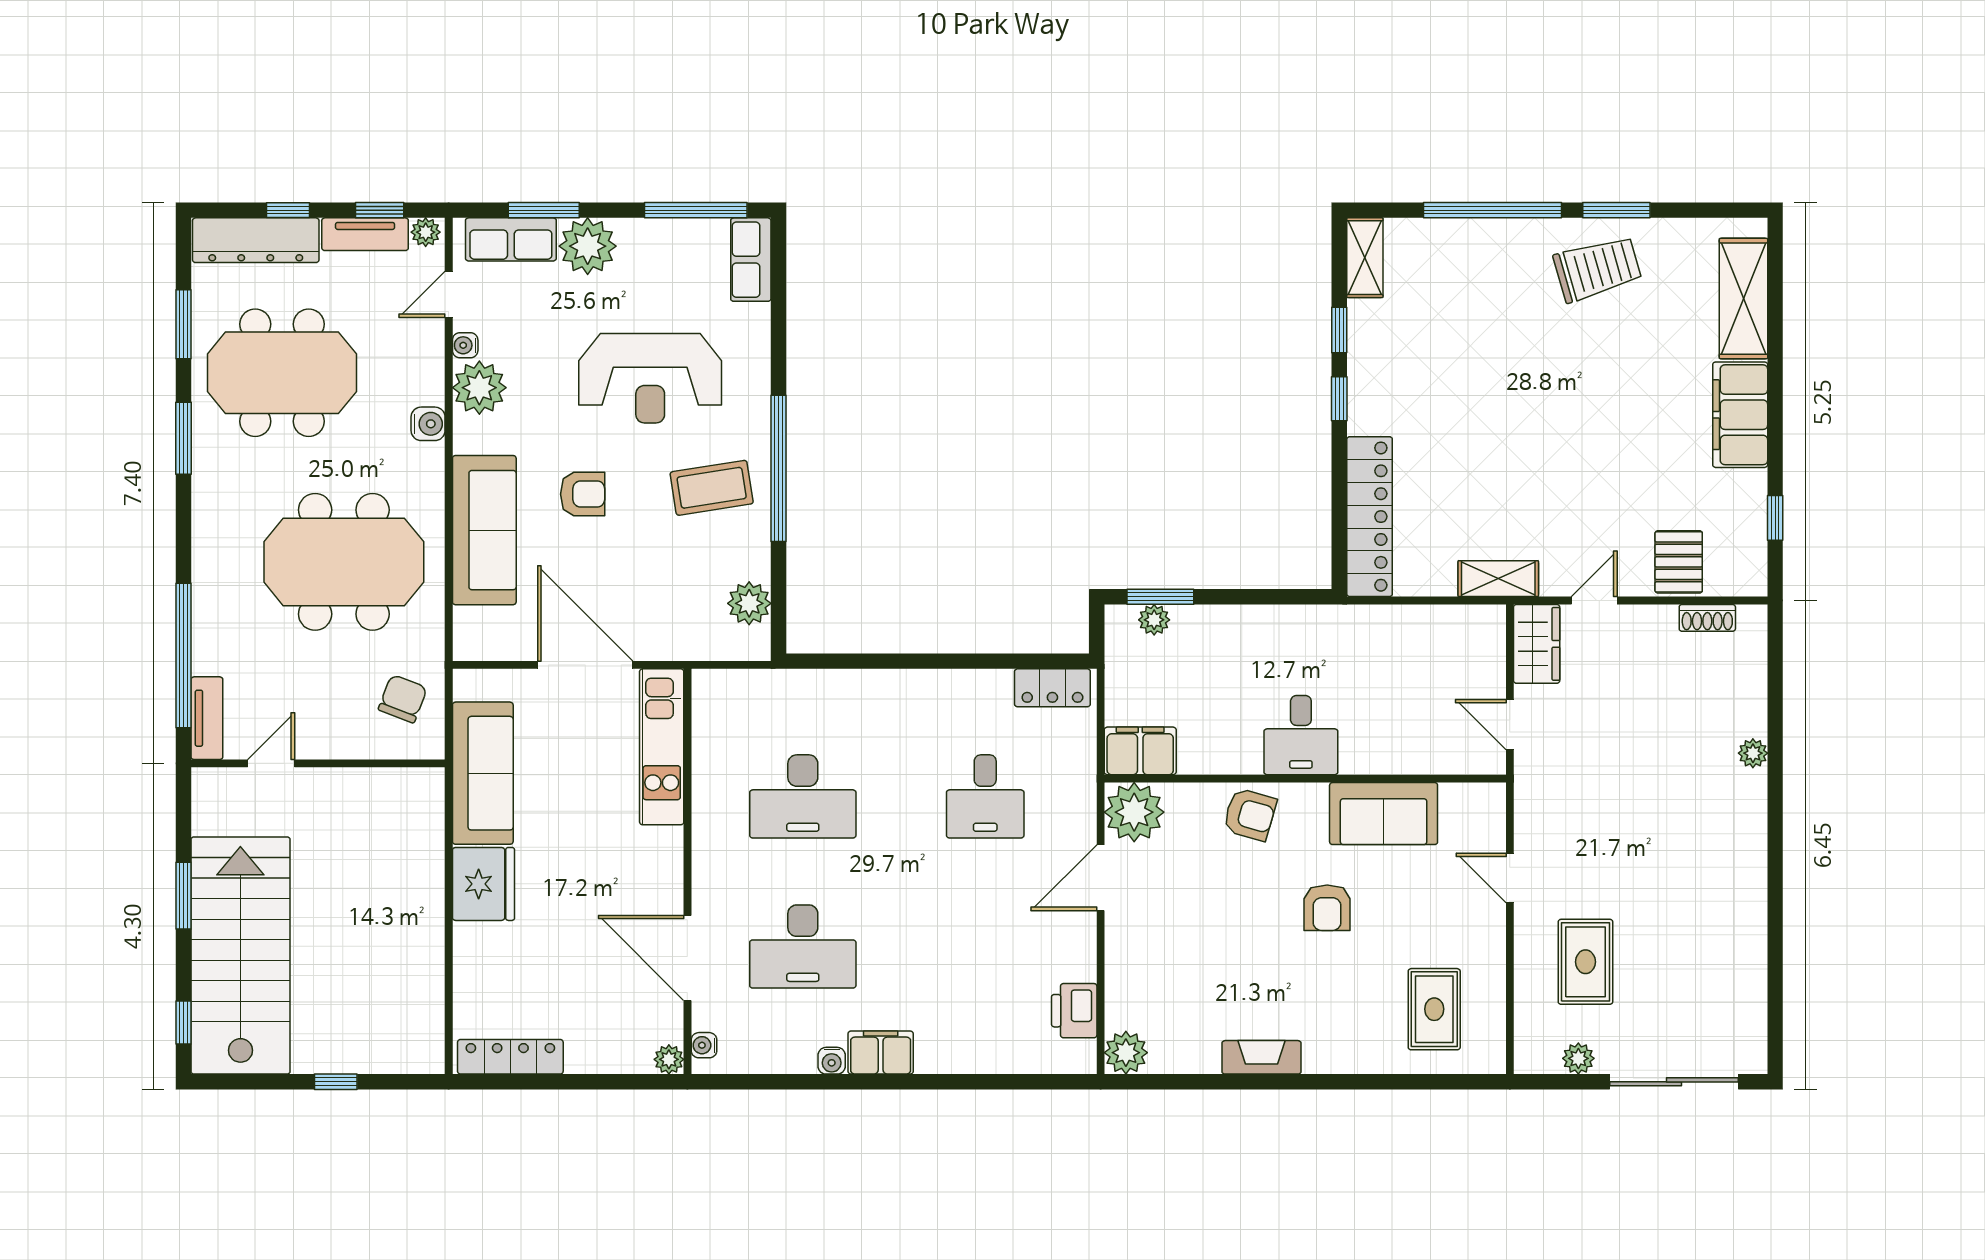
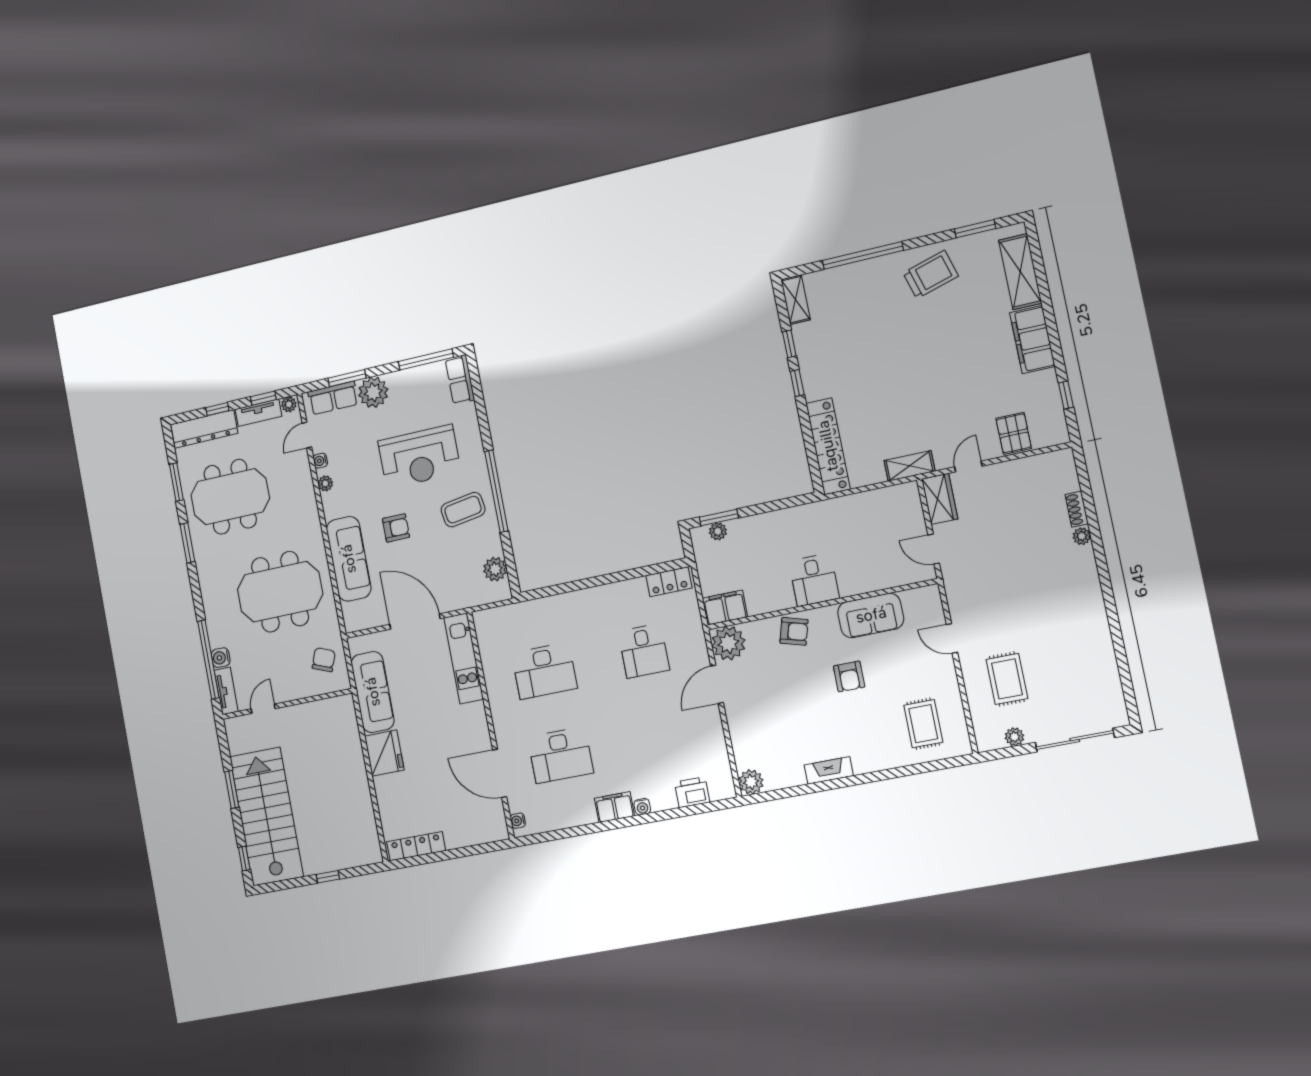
window: (1616, 210) -> (975, 229), moved
plant: (479, 388) -> (325, 483), width x0.53, depth x0.53
water cooler: (428, 424) -> (221, 658), moved, turned 180
shoe rack: (1707, 618) -> (1077, 509), moved, turned 90
printer: (1074, 1011) -> (692, 792), moved, turned 90
plant: (669, 1059) -> (500, 832), removed
water cooler: (832, 1061) -> (642, 807), moved

